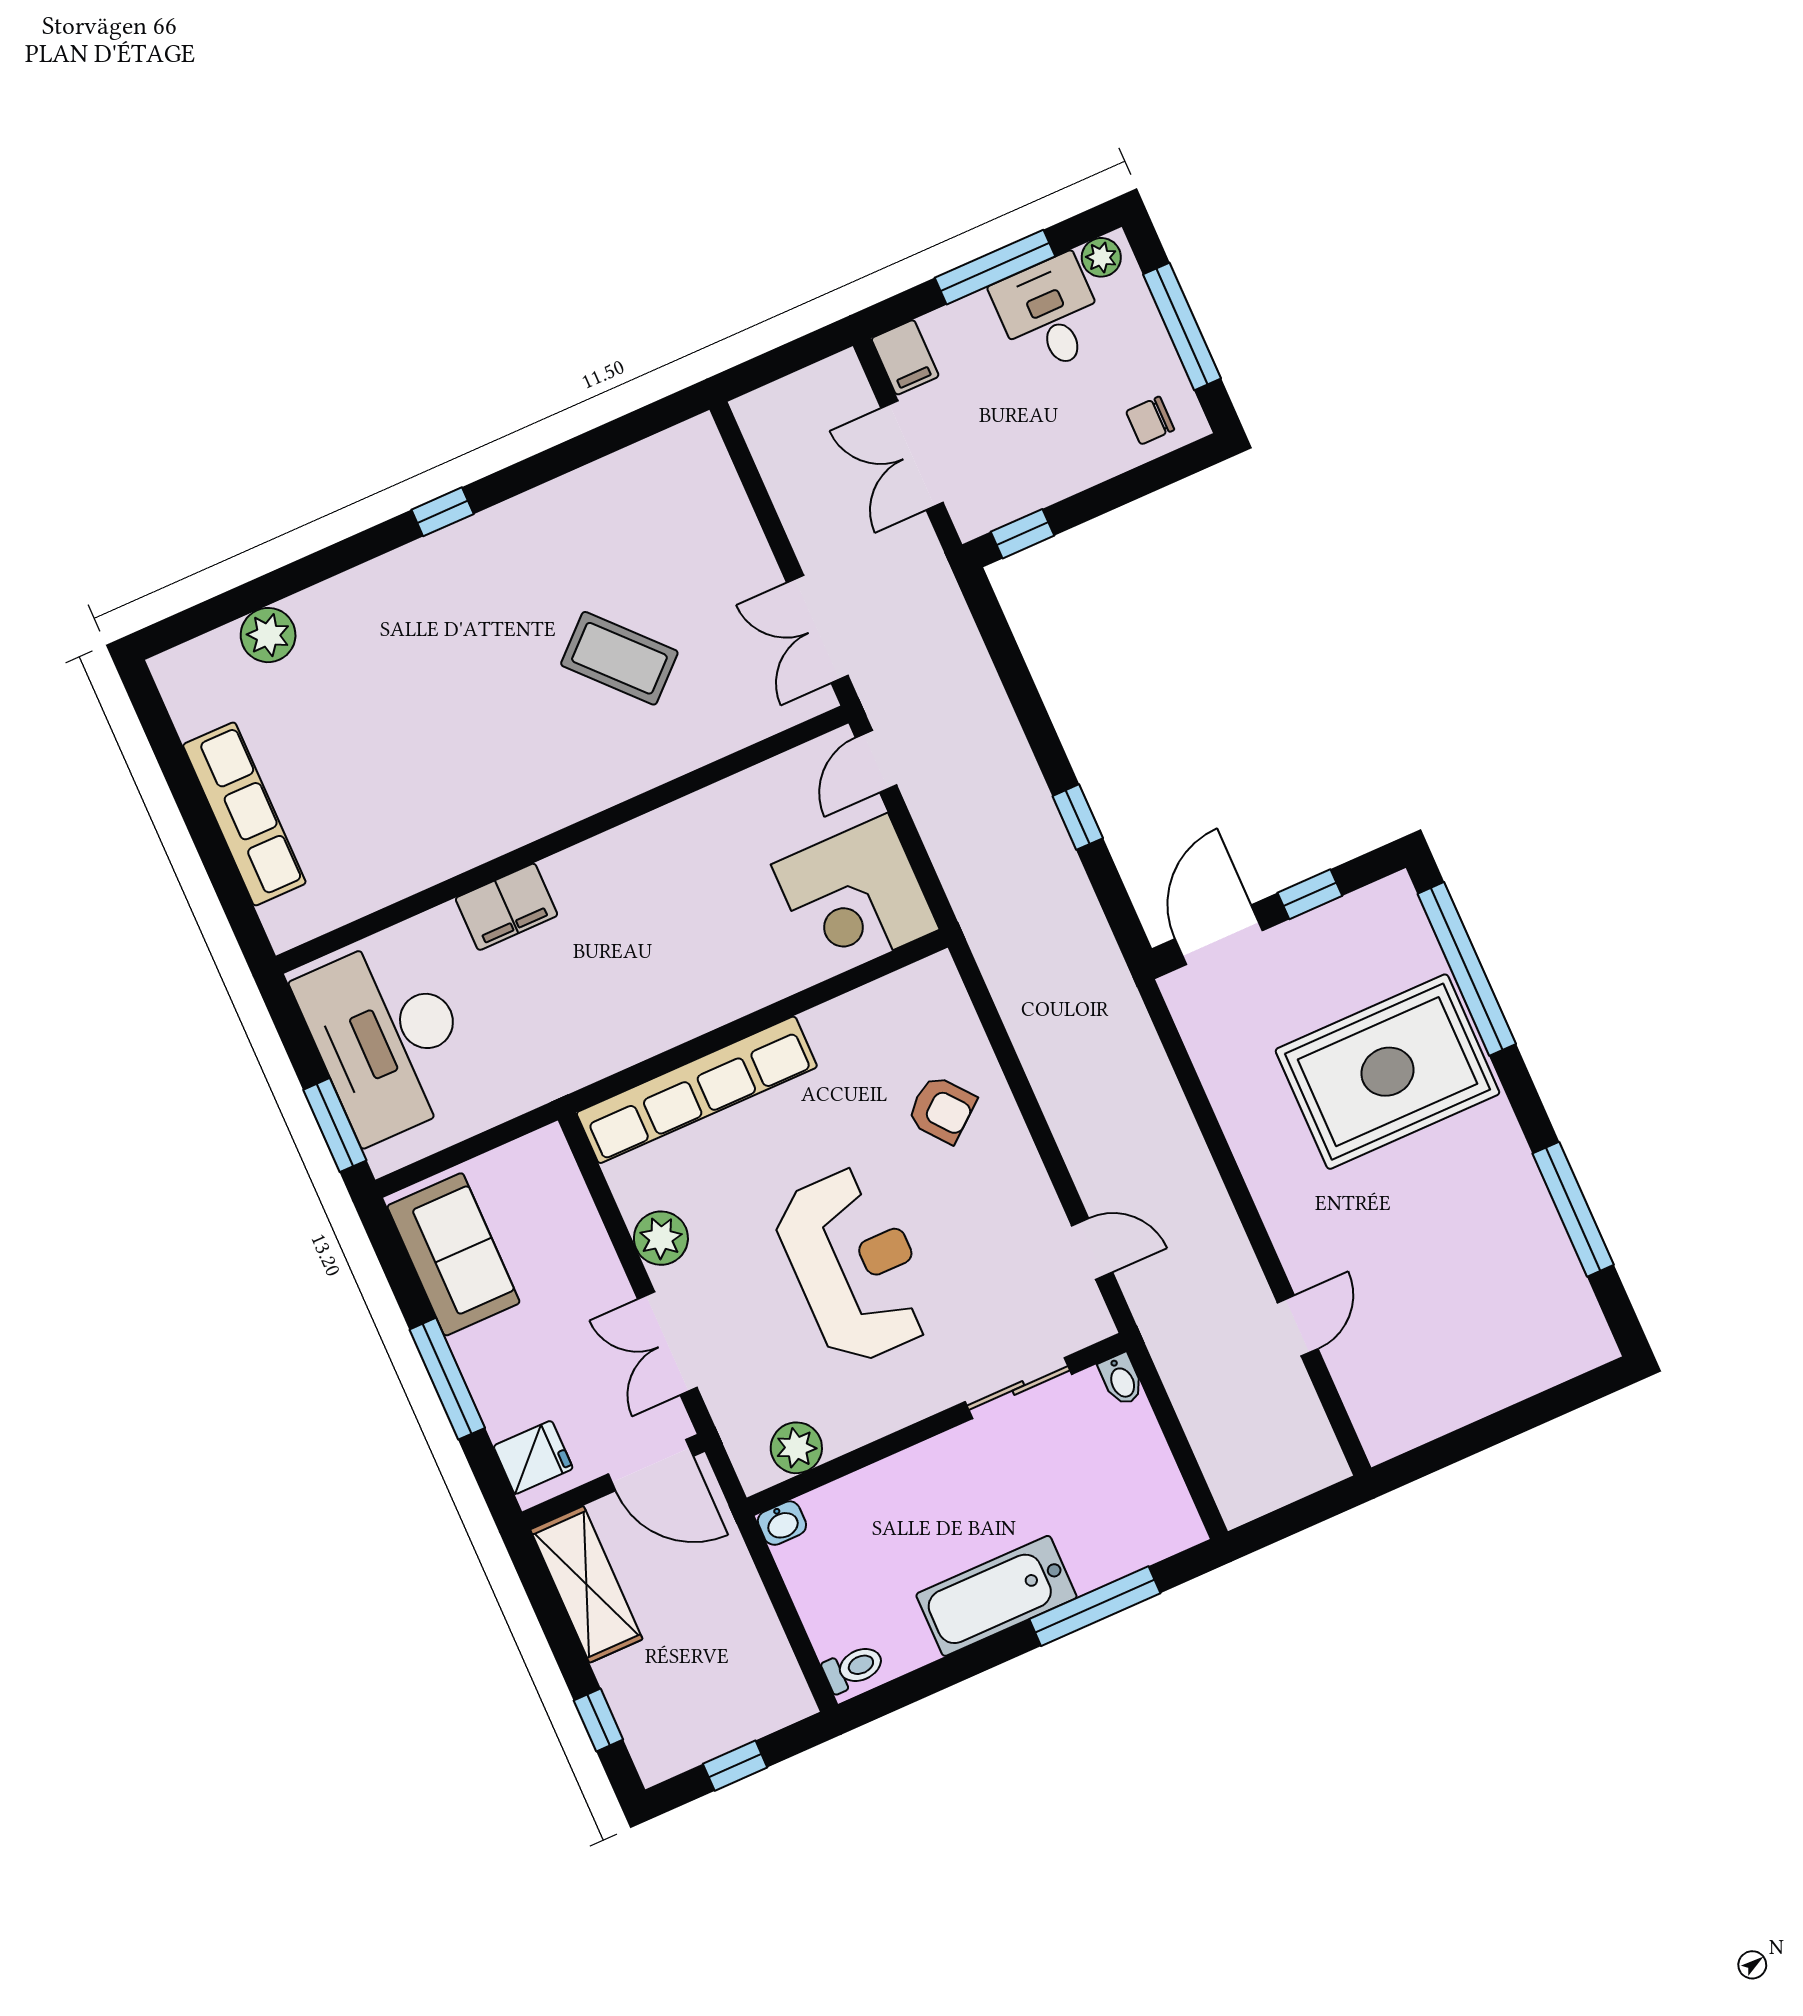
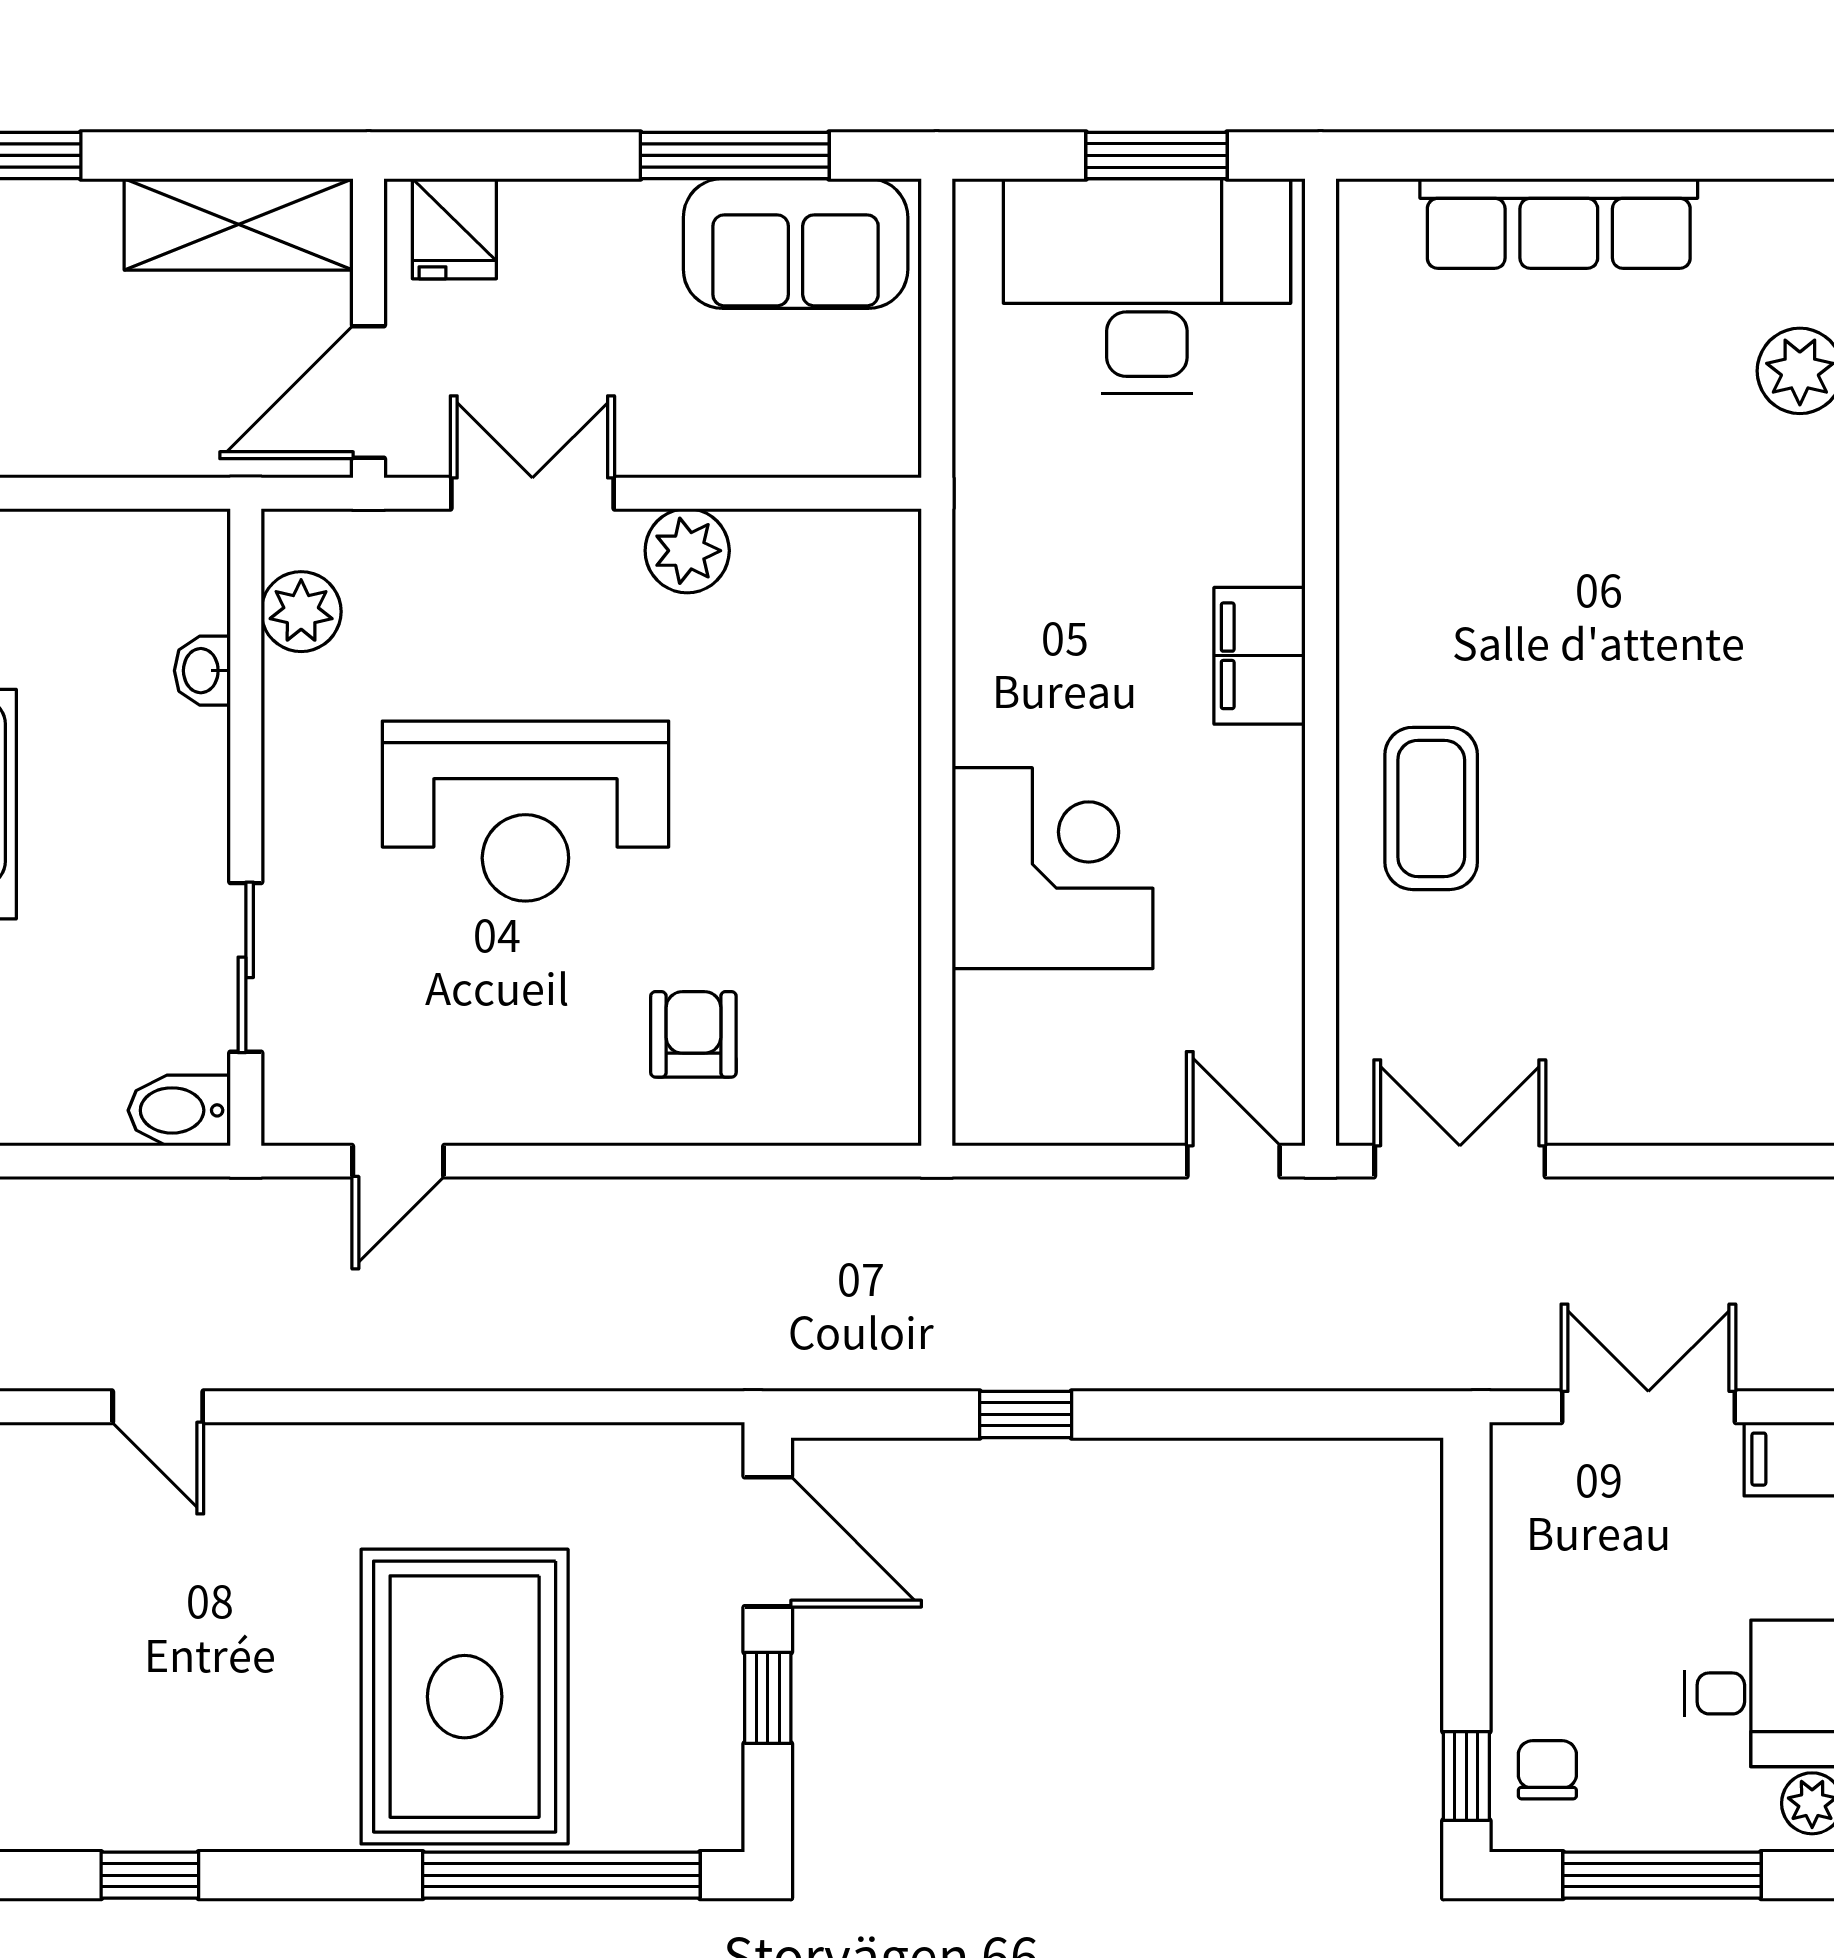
window: (1022, 534) -> (1466, 1776), moved
coffee table: (619, 658) -> (1431, 808), moved, turned -47
corner desk: (855, 897) -> (1052, 868), moved, turned 90
filing cabinet: (507, 907) -> (1260, 656), moved
row of seats: (697, 1090) -> (877, 696), removed
armchair: (942, 1109) -> (693, 1034), turned 129
window: (335, 1125) -> (1156, 155), moved
window: (1573, 1209) -> (150, 1875), width x0.46
window: (447, 1379) -> (735, 155), moved
bidet: (1121, 1379) -> (179, 1110), width x1.38, depth x1.36
washbasin: (782, 1523) -> (202, 671), moved

